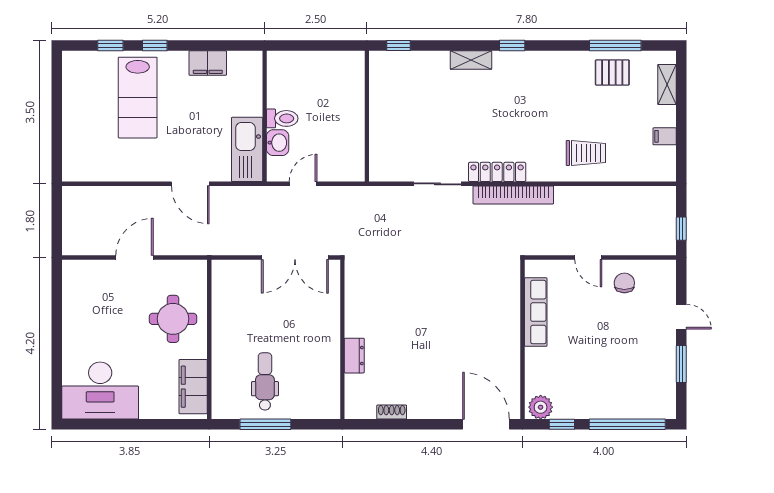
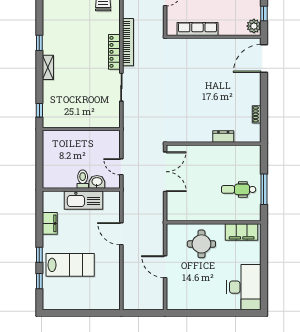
kitchen sink: (247, 149) -> (84, 200), moved
door: (190, 184) -> (121, 234), swing flipped

